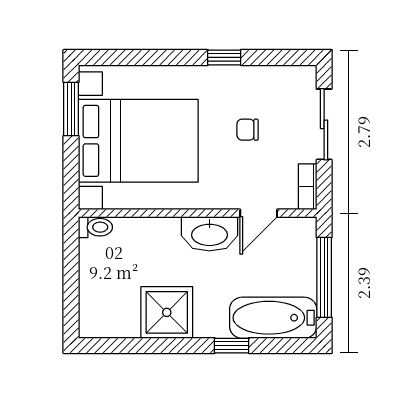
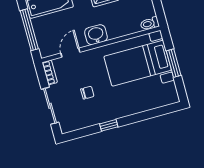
window: (71, 109) -> (174, 63), moved
bed with nightstands: (138, 141) -> (138, 63), width x0.73
washbasin: (209, 234) -> (96, 35), width x0.72

